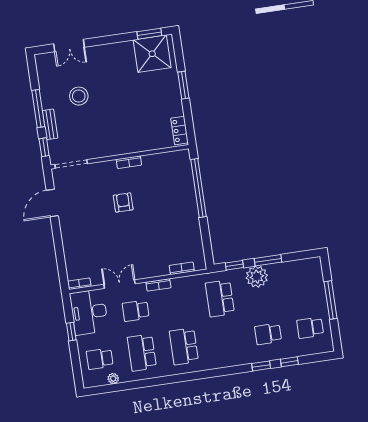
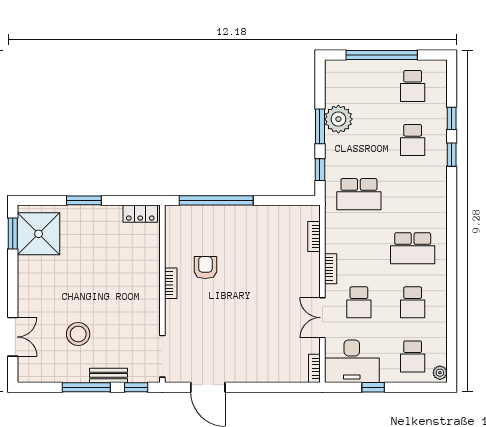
armchair: (123, 202) -> (205, 268), moved, turned 90
plant: (257, 277) -> (338, 119), moved
window: (331, 300) -> (382, 55), width x1.46
school desk: (142, 353) -> (413, 302), width x0.54
plant: (113, 379) -> (440, 373), moved

